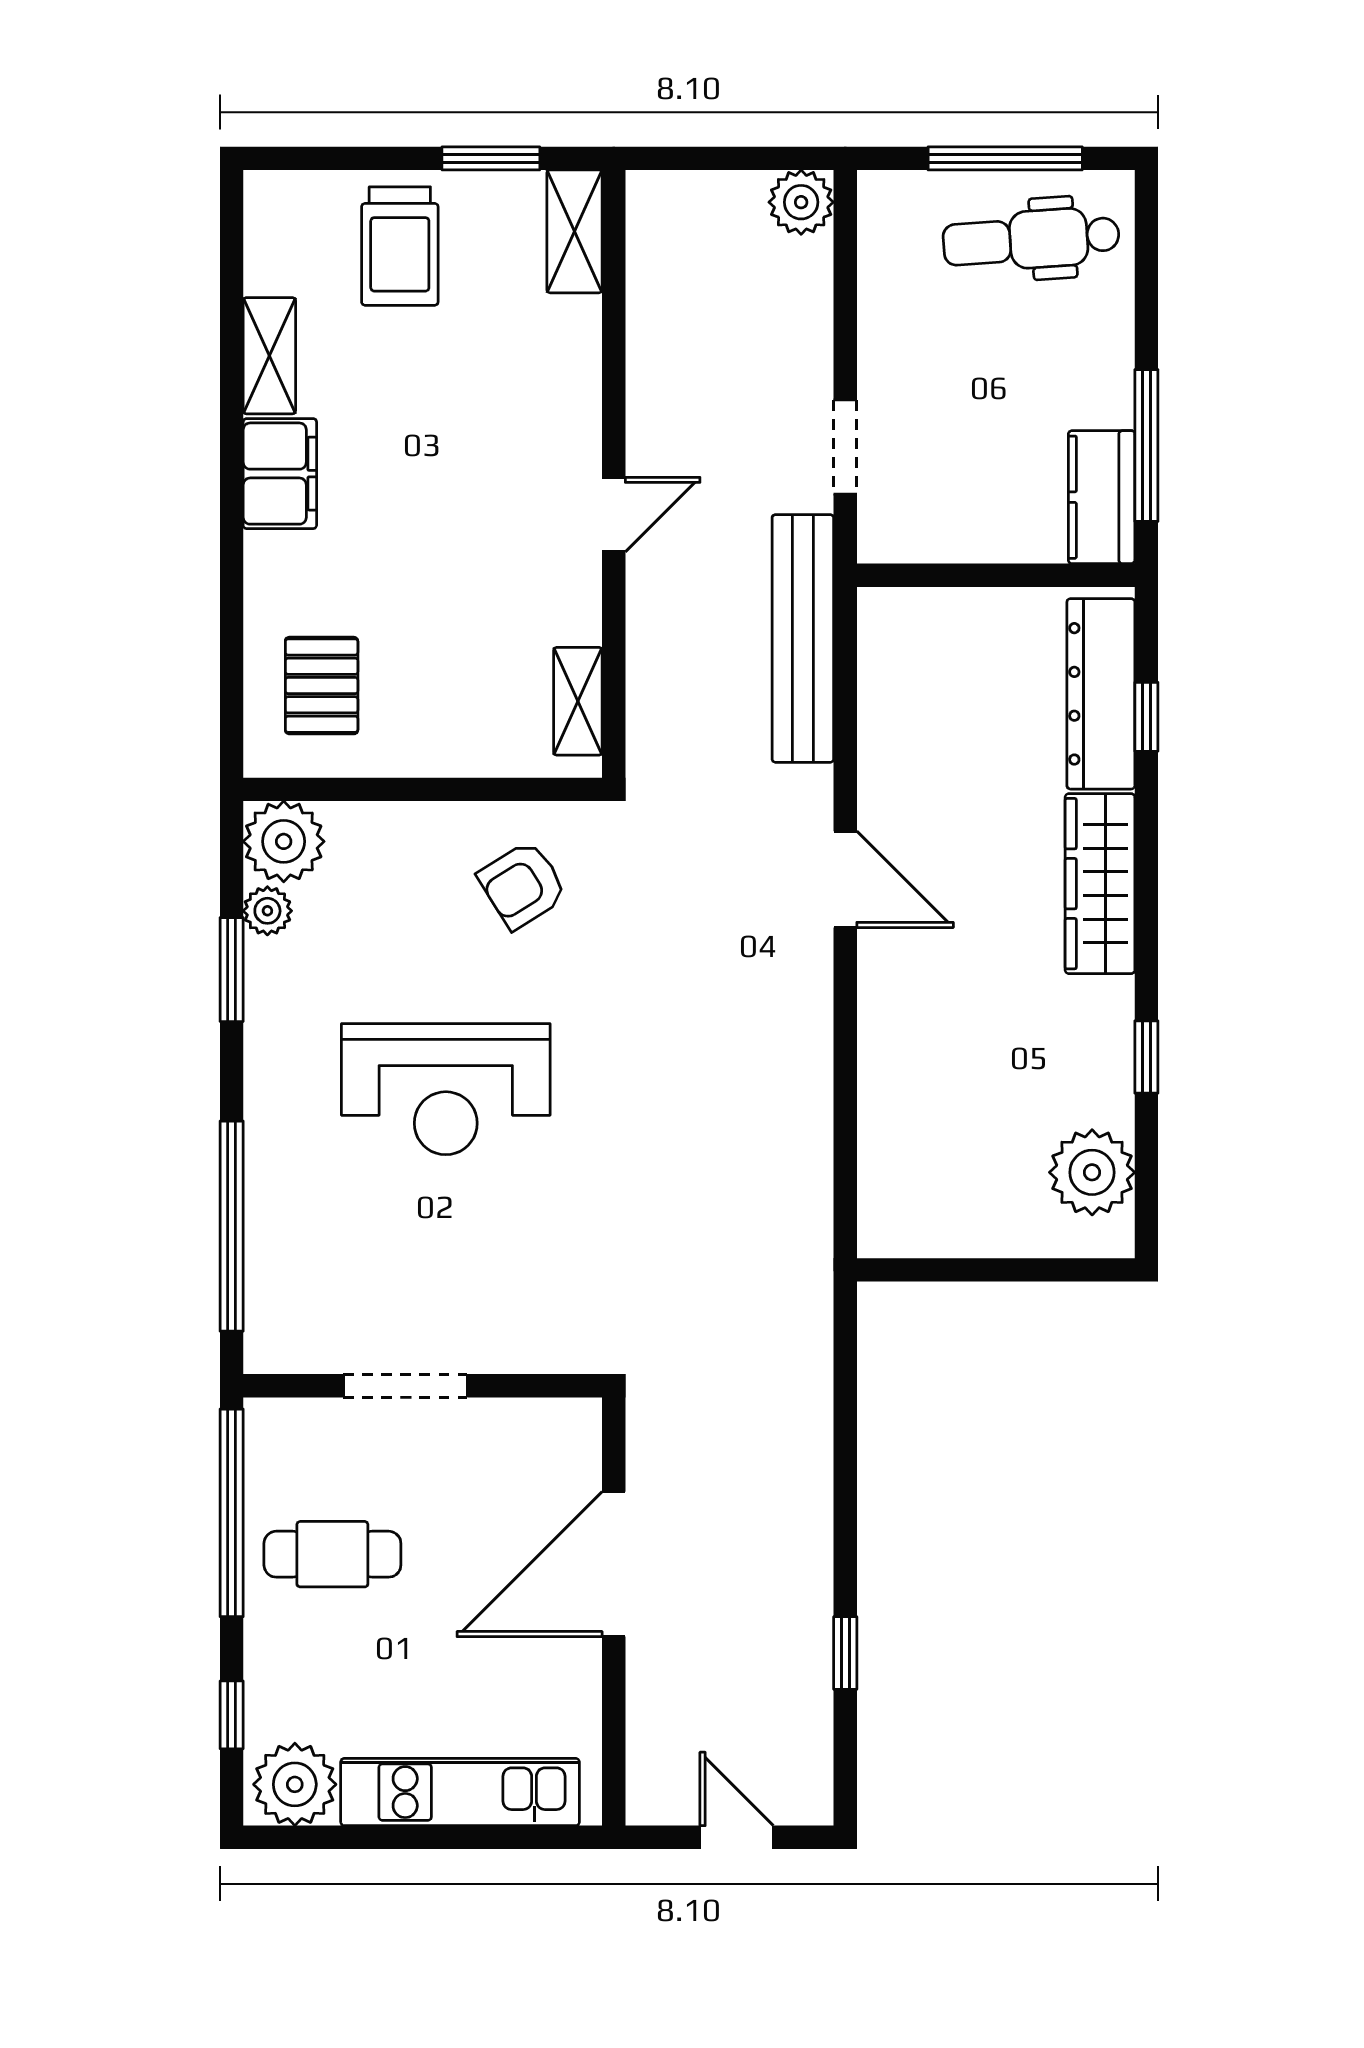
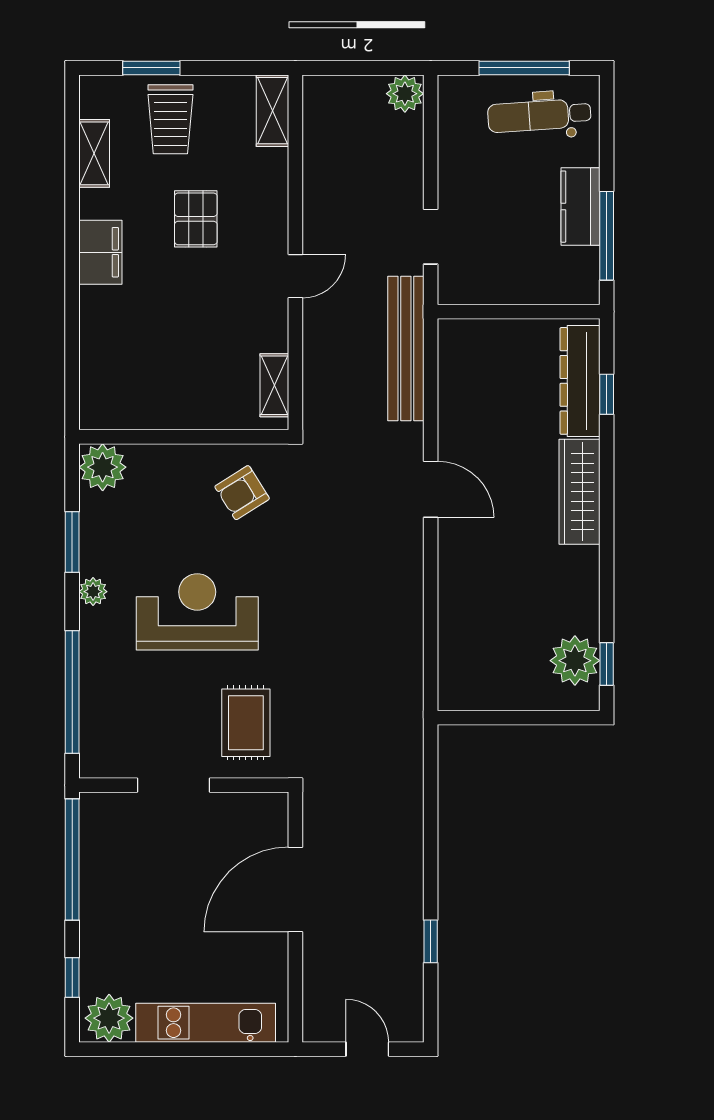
window: (491, 158) -> (151, 68), moved
shelving: (269, 356) -> (94, 153), moved
kitchen counter: (1102, 497) -> (580, 207), moved
pallet: (322, 686) -> (196, 219), moved
plant: (267, 911) -> (93, 592), moved
window: (1146, 1057) -> (607, 664), moved
reception desk: (446, 1089) -> (197, 612), turned 180
rug: (529, 1279) -> (246, 723), added
cafe table: (332, 1554) -> (131, 884), removed

